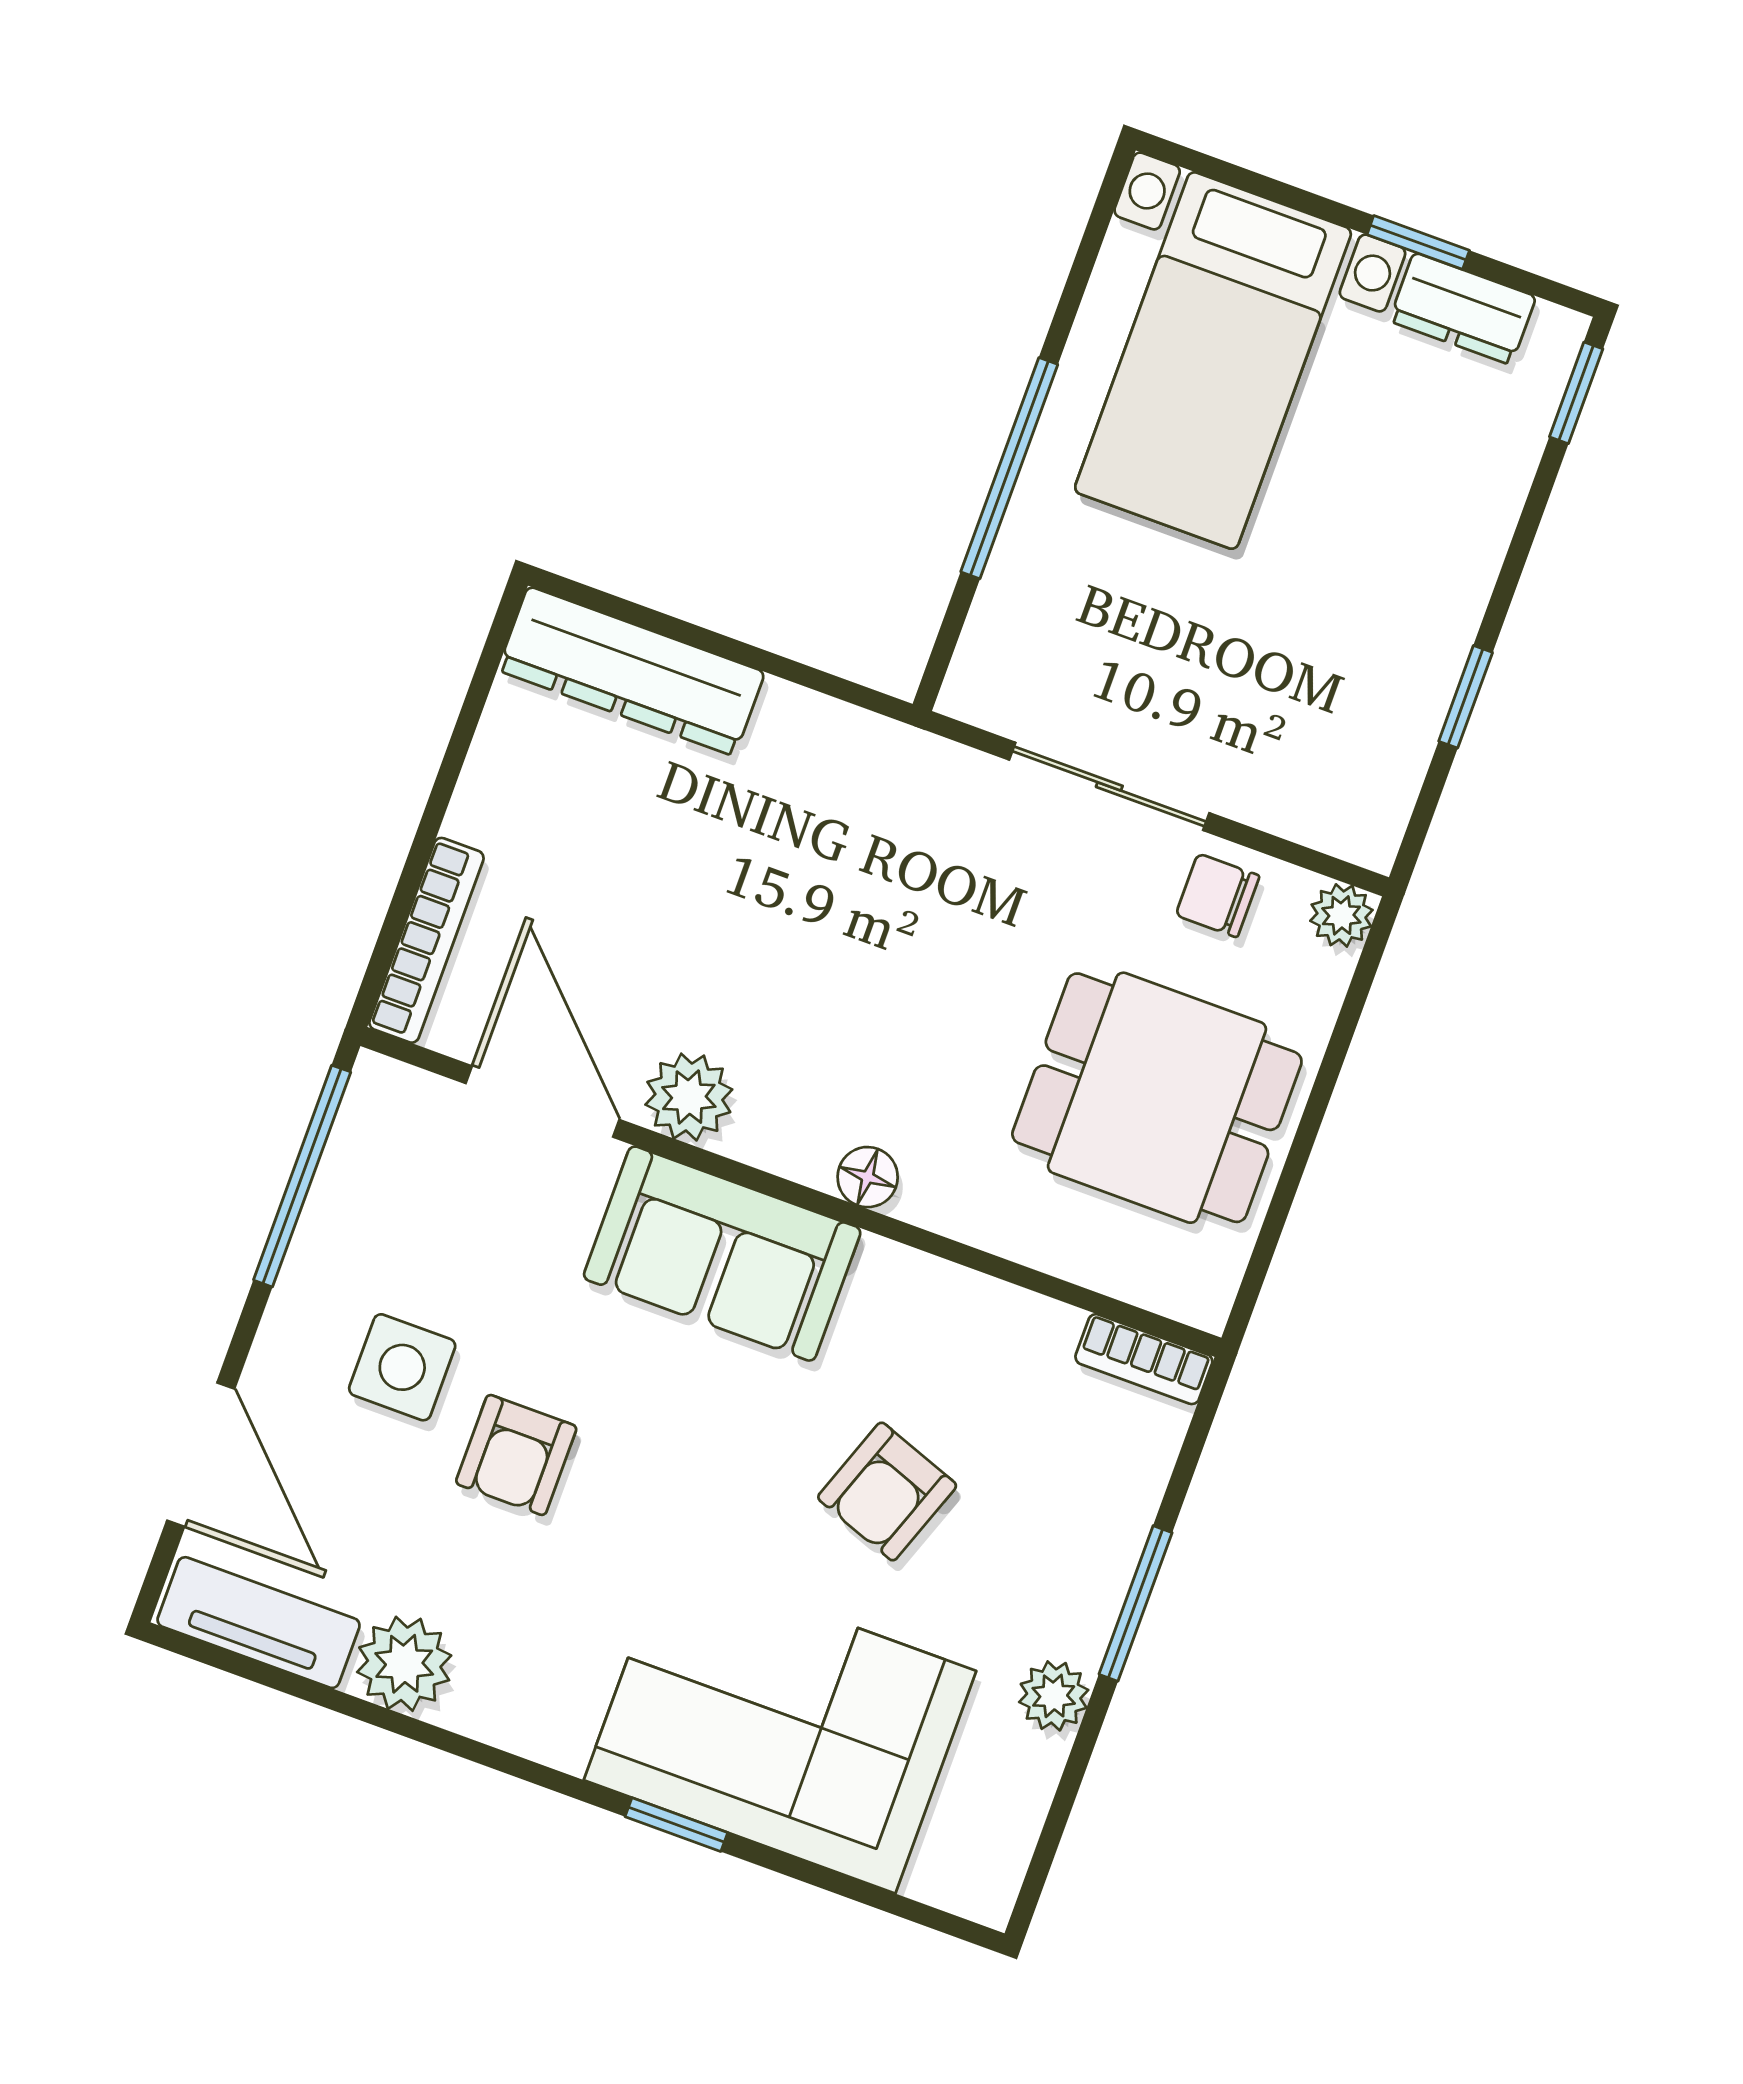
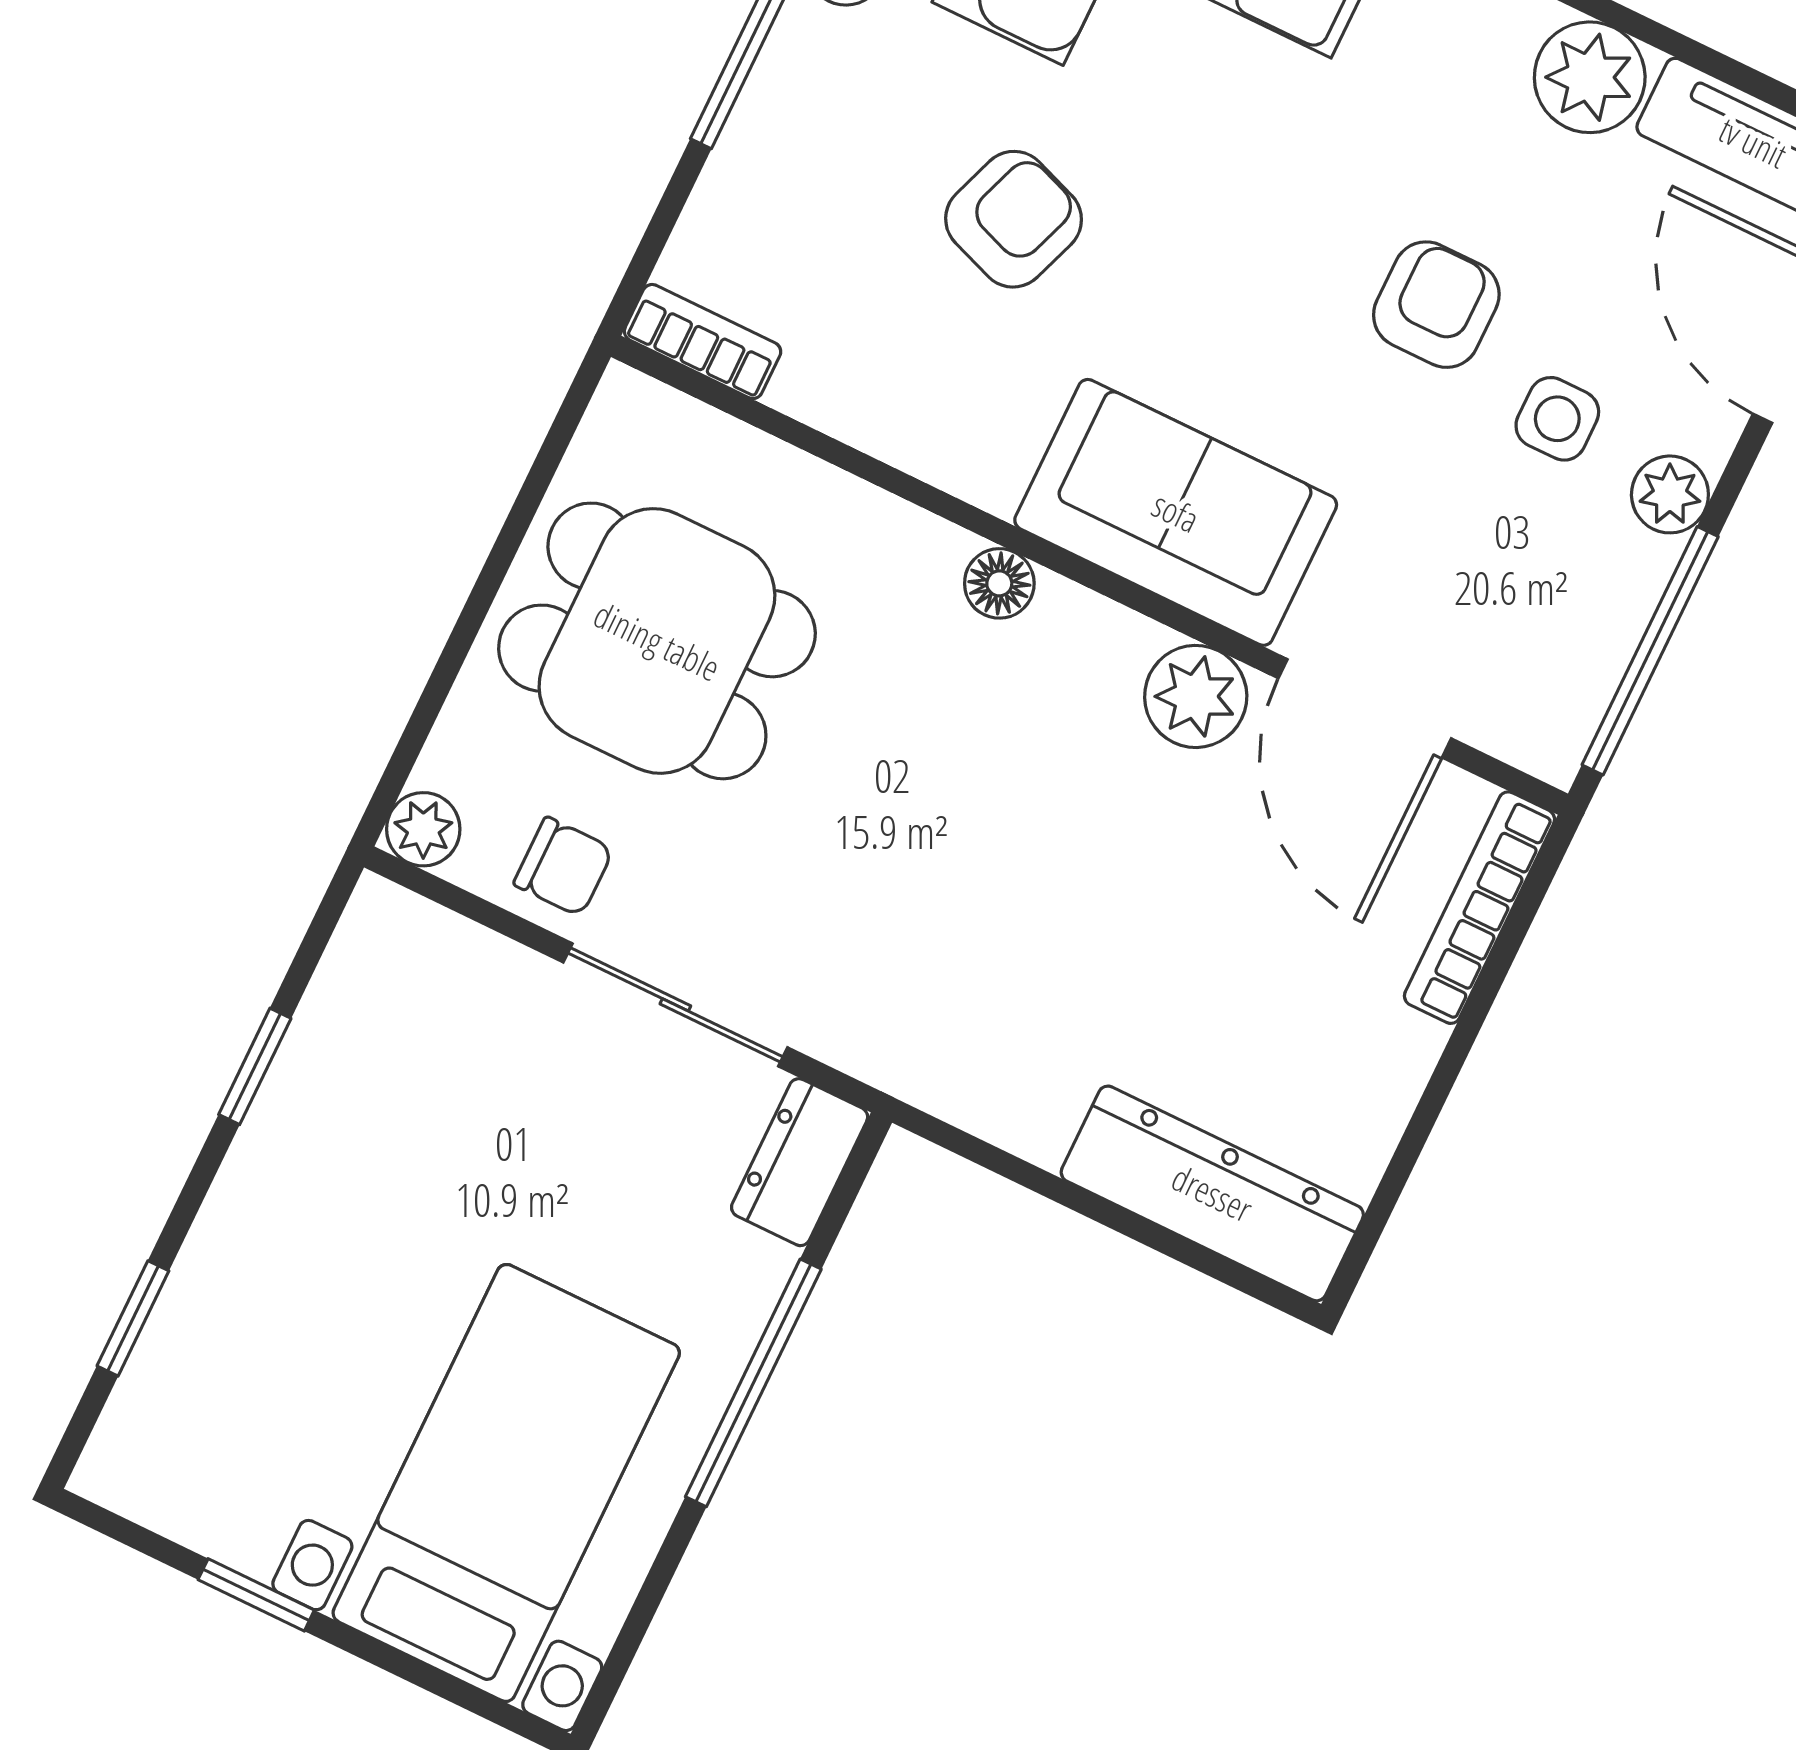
dresser: (1463, 309) -> (800, 1162), moved, turned -90
window: (1576, 393) -> (133, 1318), moved
plant: (299, 1312) -> (1670, 494), added
side table: (402, 1367) -> (1557, 419), width x0.73, depth x0.73

